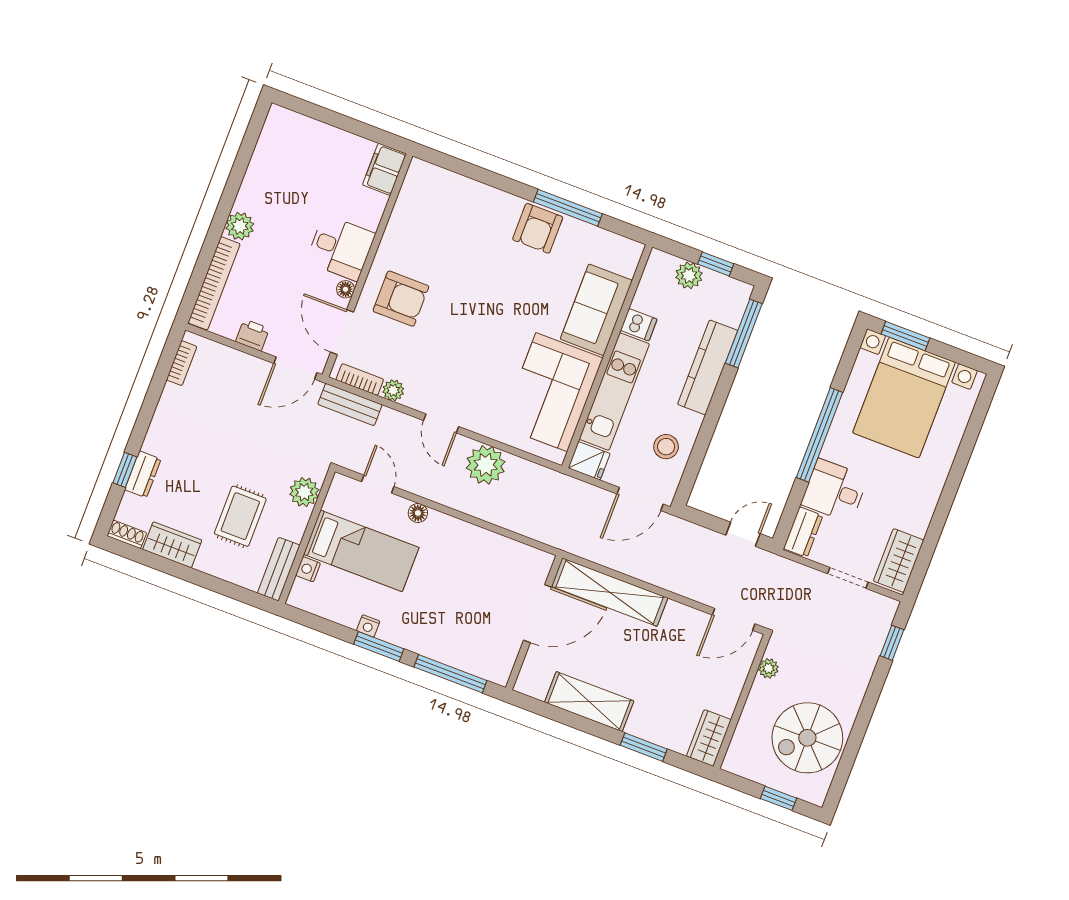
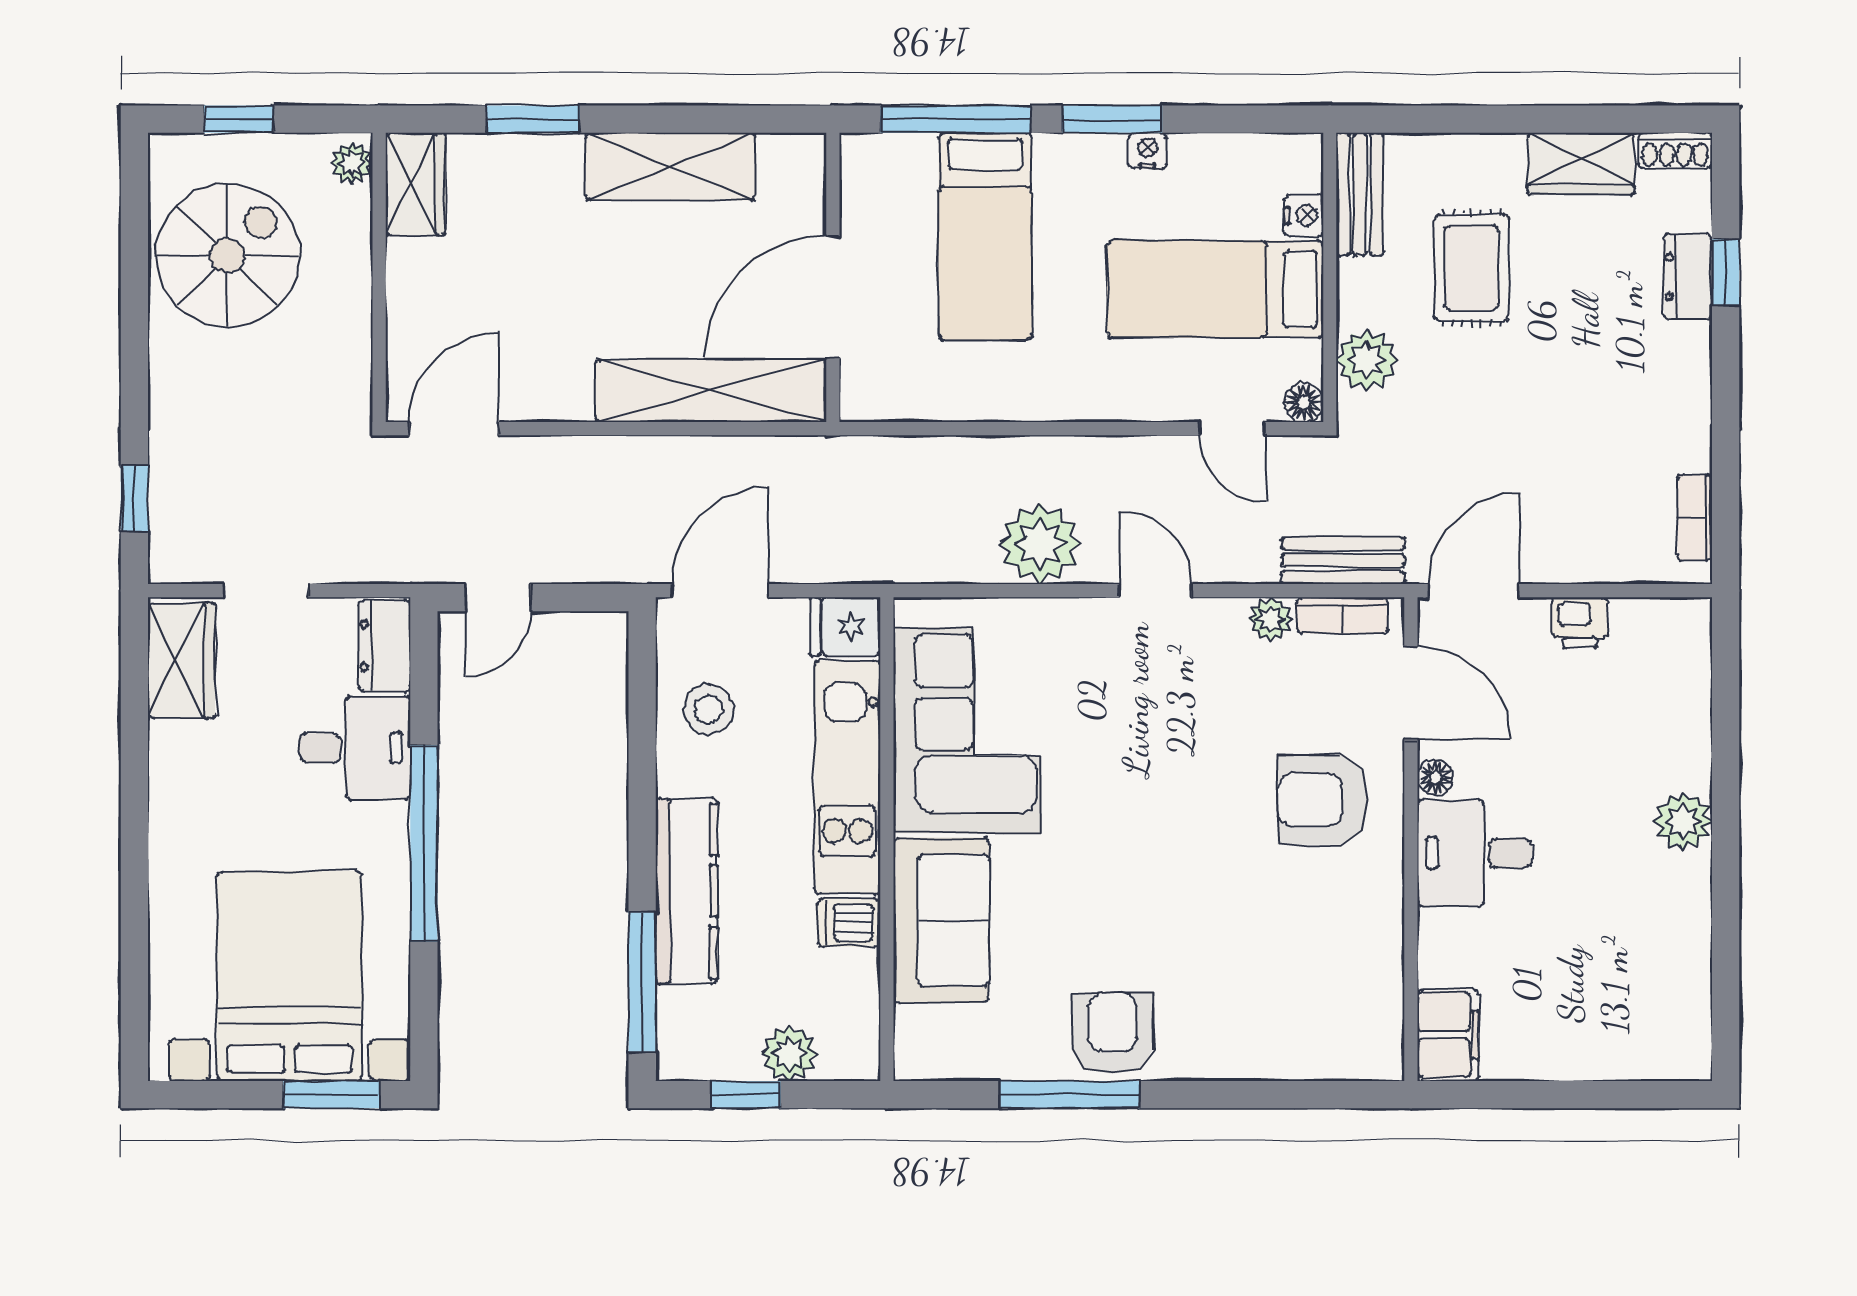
bookcase: (214, 283) -> (1691, 693), removed
floor lamp: (418, 513) -> (1304, 403), moved
bed: (457, 615) -> (985, 236), added
plant: (768, 668) -> (352, 163), moved

